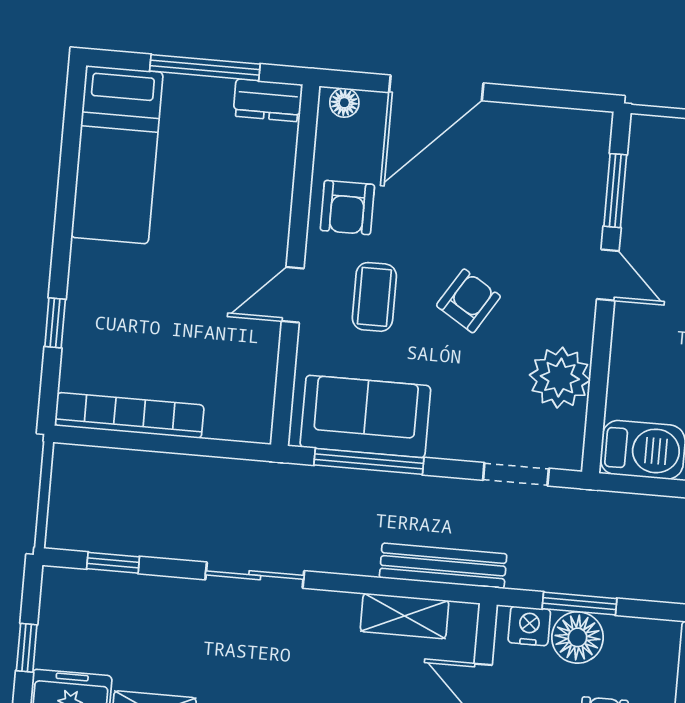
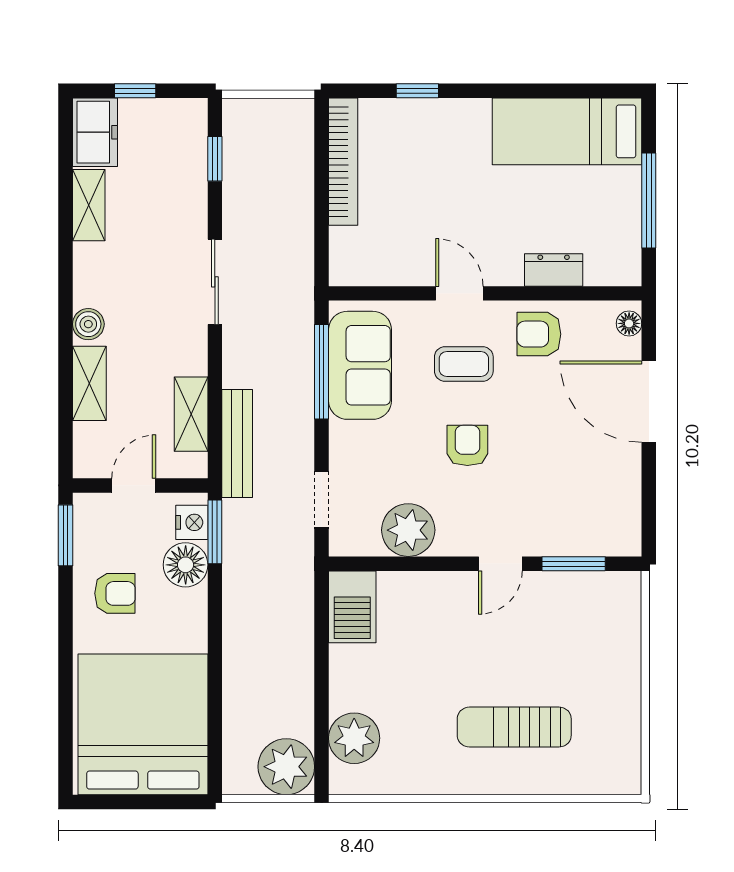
dresser: (268, 100) -> (554, 270), moved, turned 90
armchair: (468, 301) -> (467, 445), turned -122
window: (580, 604) -> (215, 532), moved

